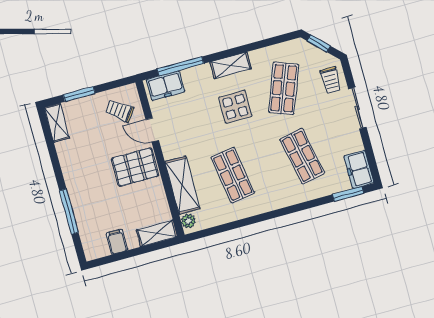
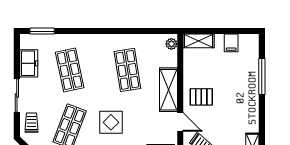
pallet: (135, 167) -> (201, 97), width x0.67, depth x0.71
freezer: (359, 169) -> (29, 63), moved
shelving: (182, 185) -> (168, 90), moved

